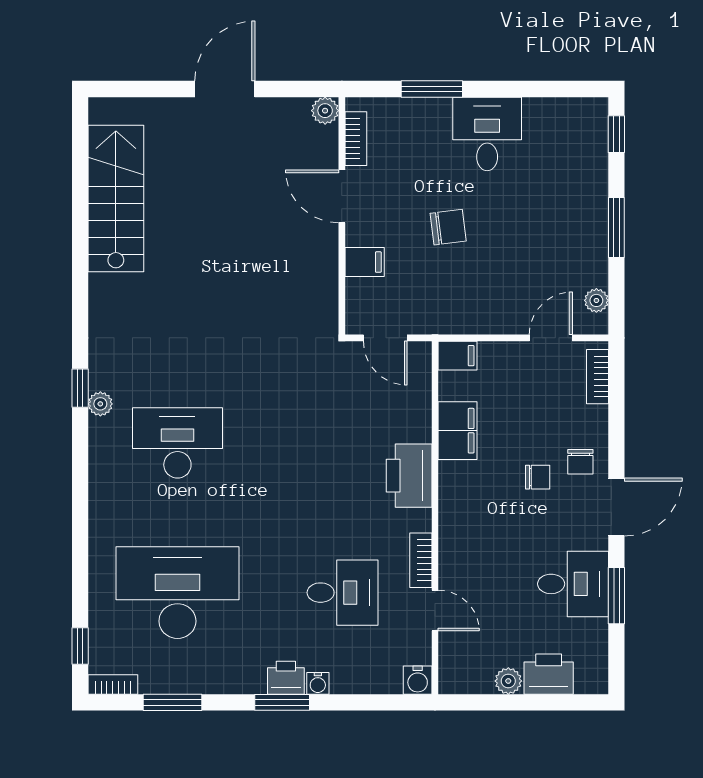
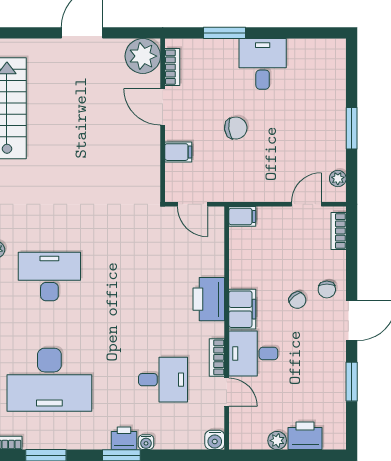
plant: (325, 111) -> (143, 56), width x1.88, depth x1.88
window: (616, 134) -> (352, 64), removed
filing cabinet: (458, 431) -> (242, 309), moved
chair: (538, 477) -> (297, 300), turned 52
desk: (573, 584) -> (253, 354), moved, turned 180
desk: (177, 593) -> (49, 380), turned 180

